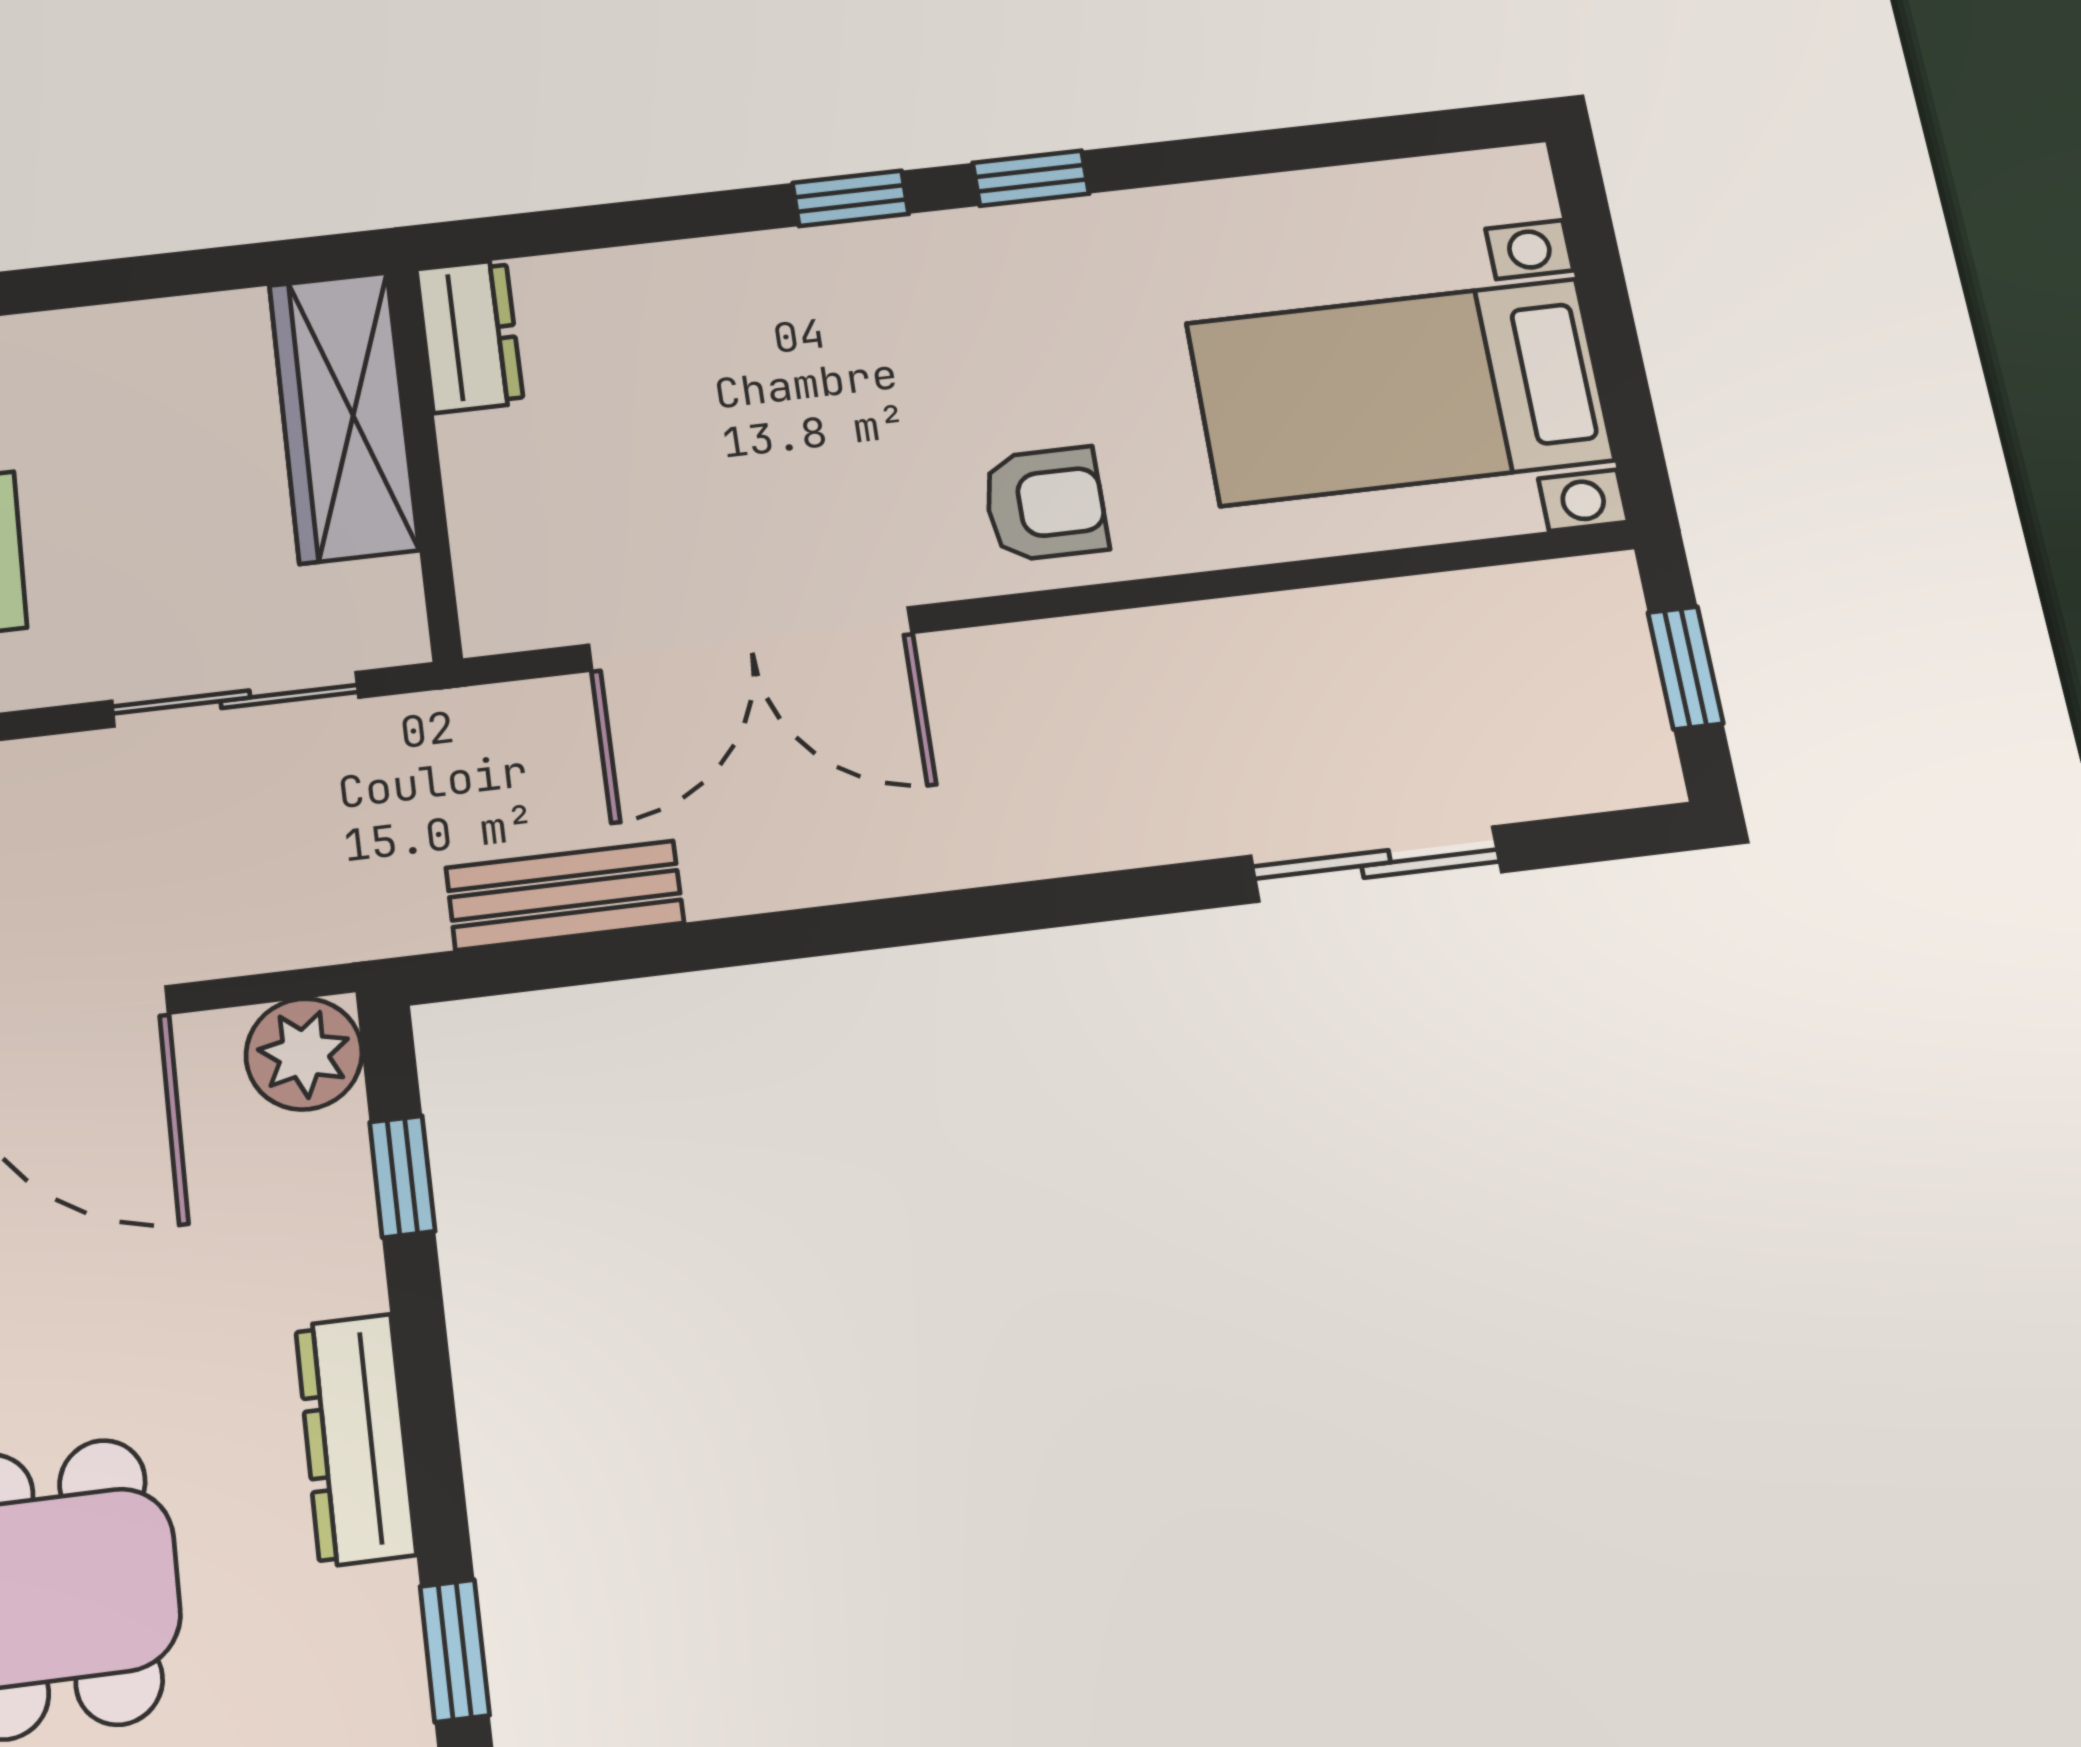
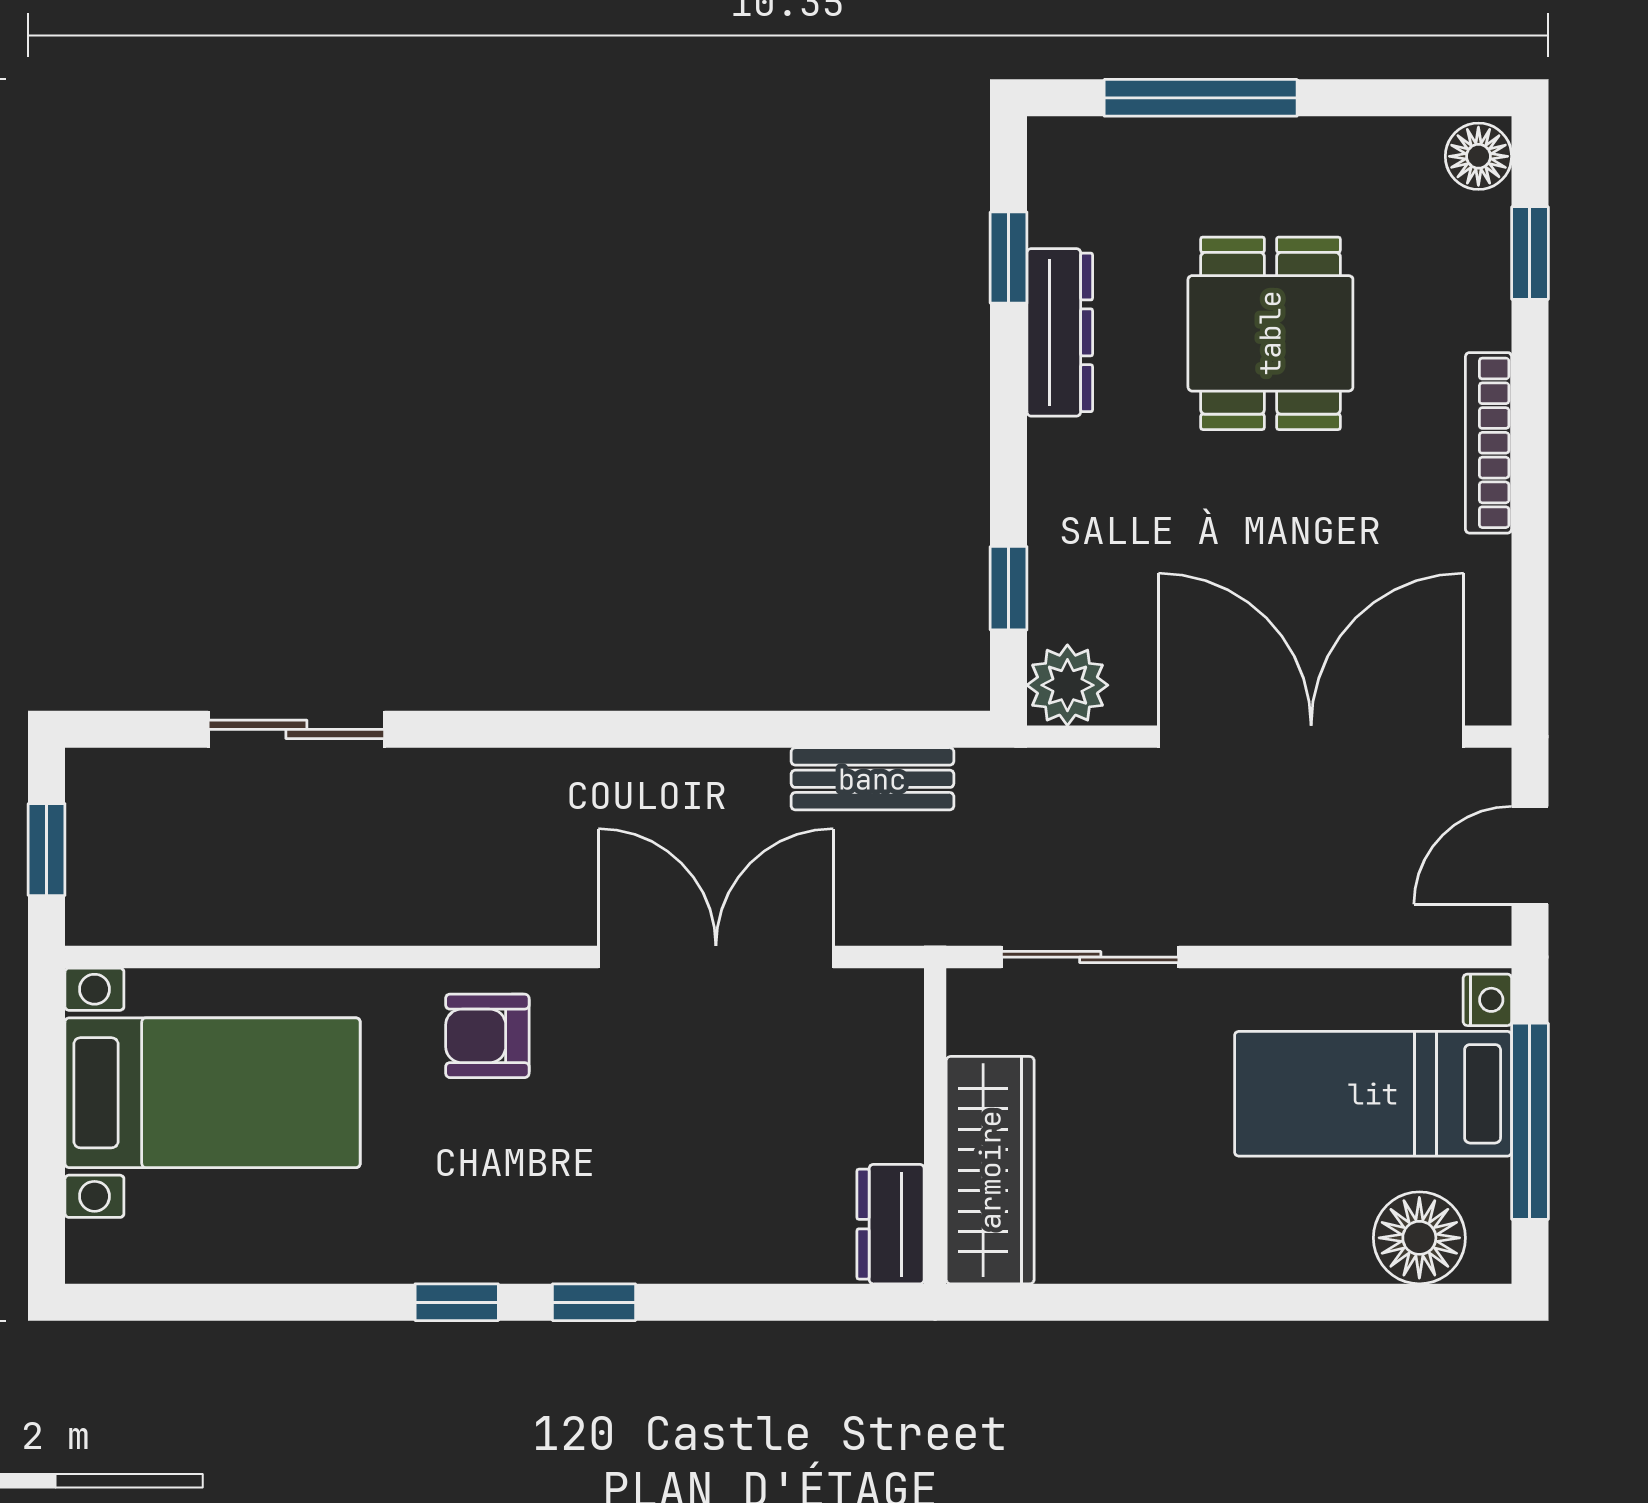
dresser: (355, 1440) -> (1060, 332), moved

